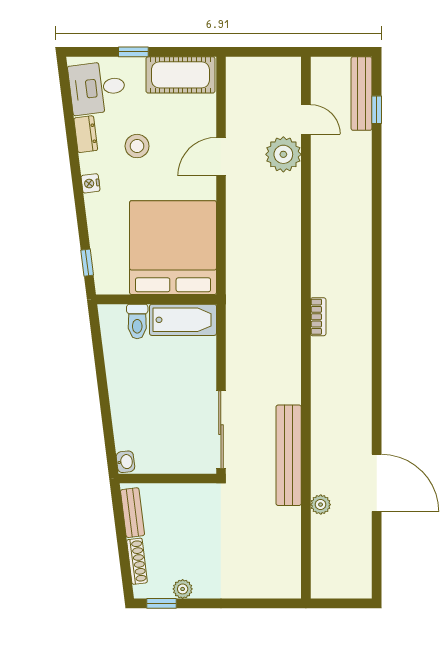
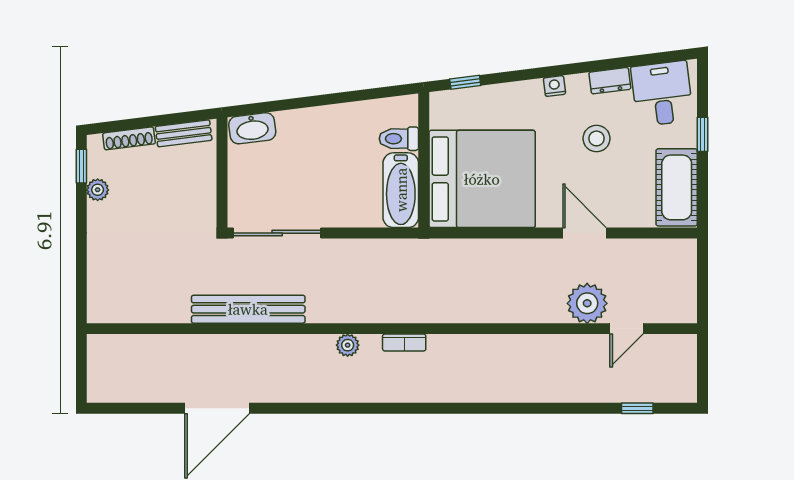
bench: (362, 94) -> (656, 391), removed
washbasin: (125, 462) -> (252, 128), width x1.91, depth x1.45
plant: (321, 505) -> (348, 345), moved

